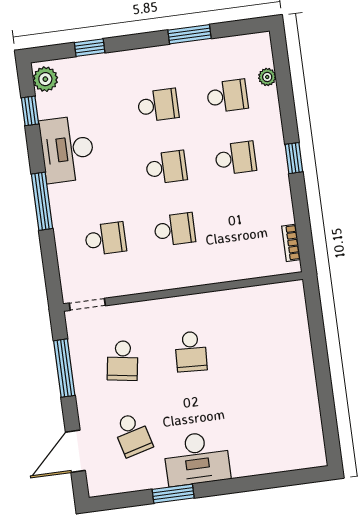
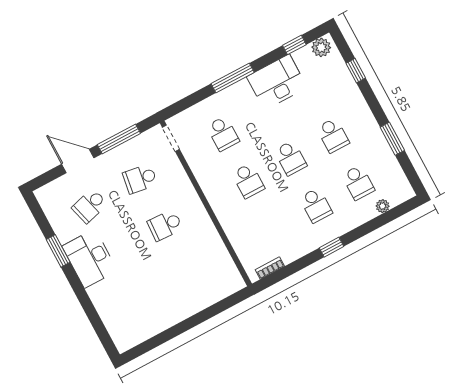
door: (75, 451) -> (78, 161), moved

